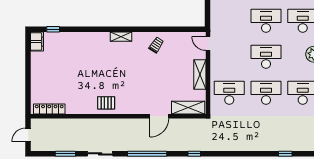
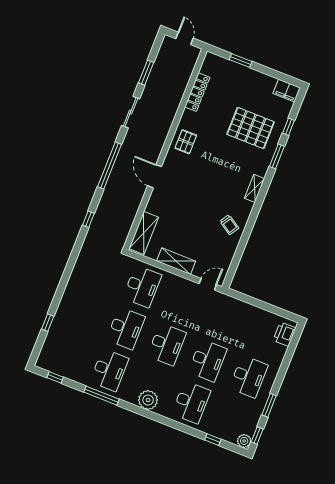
window: (53, 29) -> (289, 127), moved
window: (90, 29) -> (277, 156), added
pallet: (76, 58) -> (251, 128), added
window: (28, 86) -> (241, 61), added
locker: (49, 109) -> (197, 92), moved
door: (159, 116) -> (155, 176), moved

